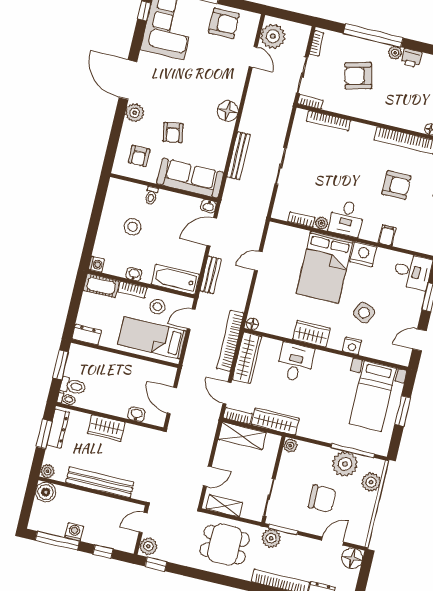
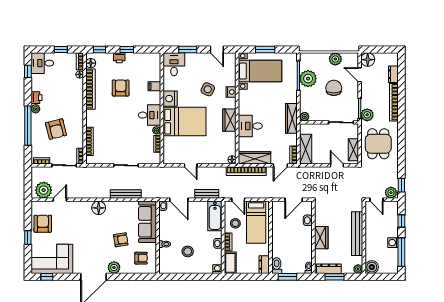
toilet: (73, 386) -> (277, 266), moved
wardrobe: (275, 421) -> (291, 118), moved
plant: (371, 482) -> (335, 59), moved

